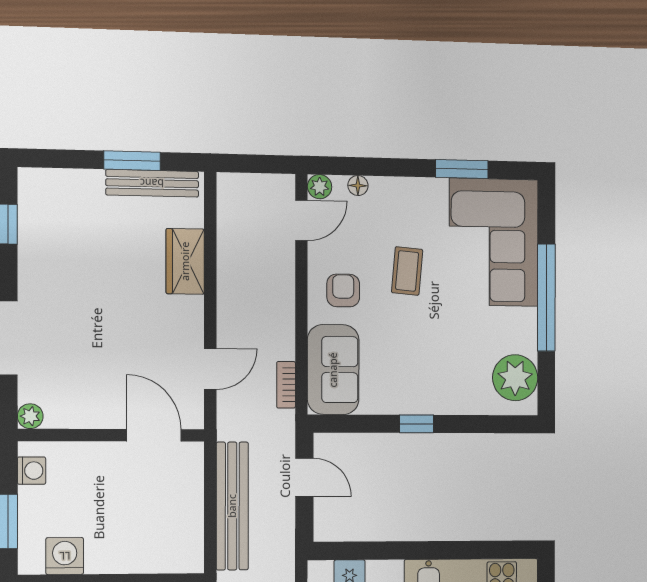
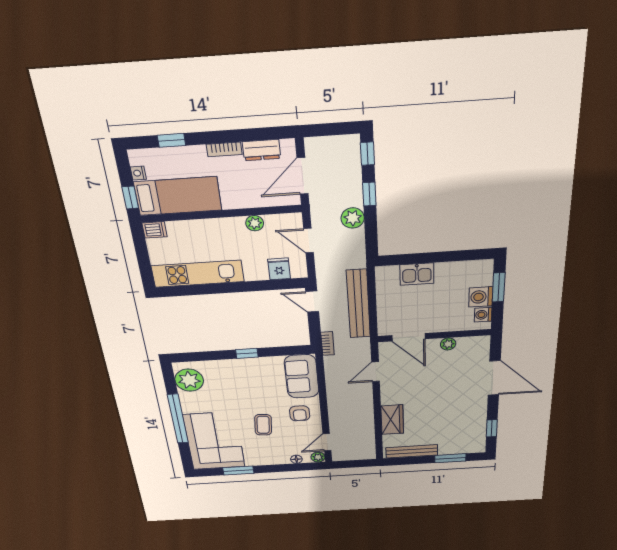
window: (132, 161) -> (450, 458), moved
bookcase: (286, 385) -> (327, 344), moved
plant: (30, 416) -> (448, 344), moved
door: (304, 477) -> (312, 301), moved
kitchen sink: (139, 555) -> (417, 274), added
washing machine: (65, 556) -> (481, 297), moved, turned 90

